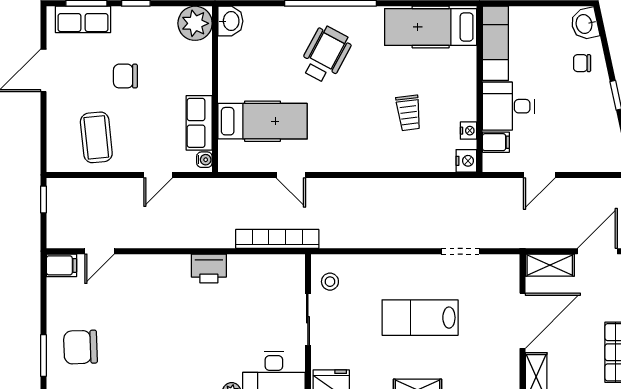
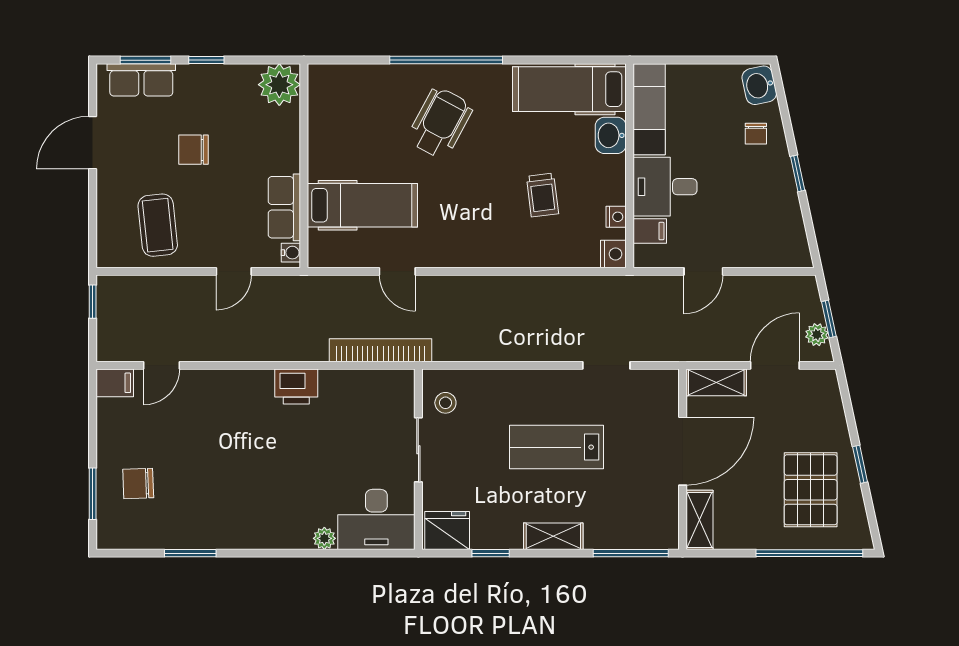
washbasin: (230, 21) -> (611, 135), moved, turned 180
chair: (582, 63) -> (756, 134), turned -90
chair: (80, 347) -> (138, 483), width x0.73, depth x0.73

